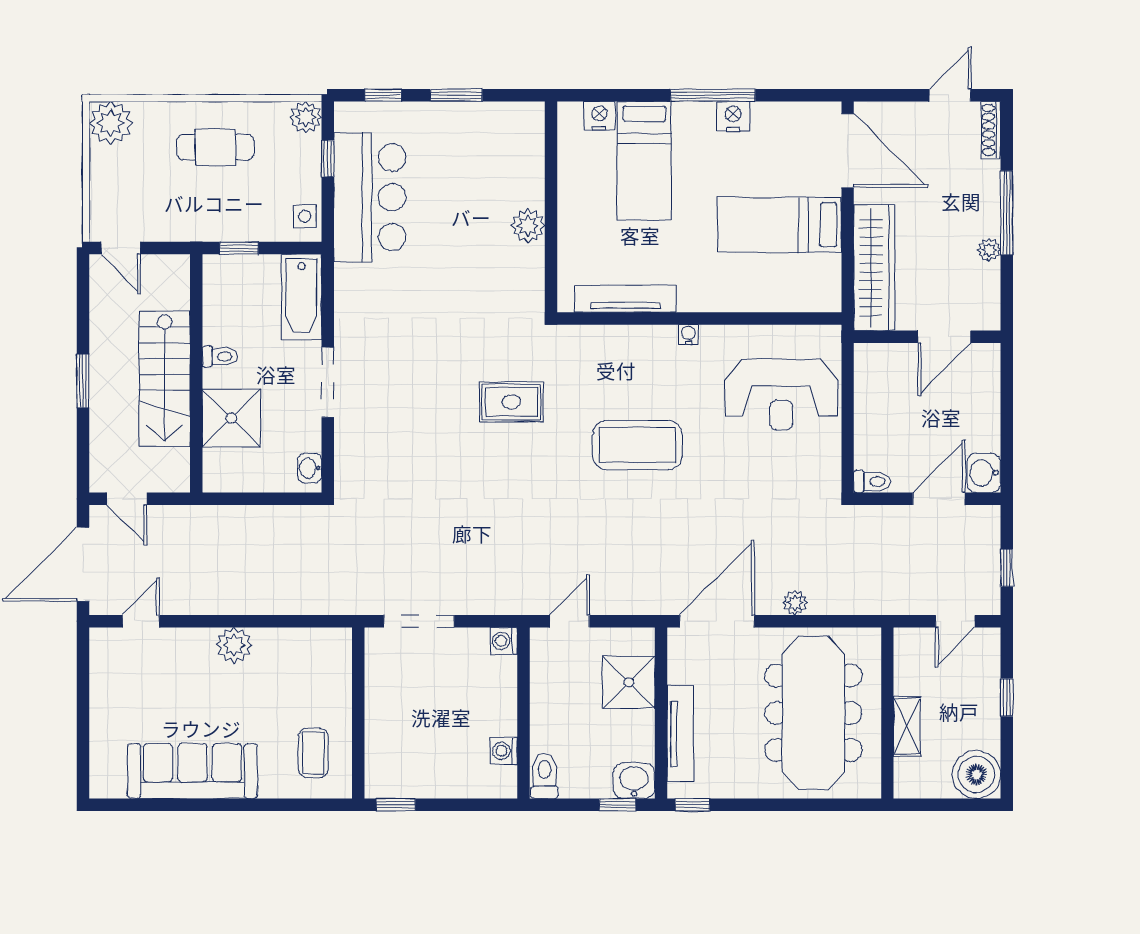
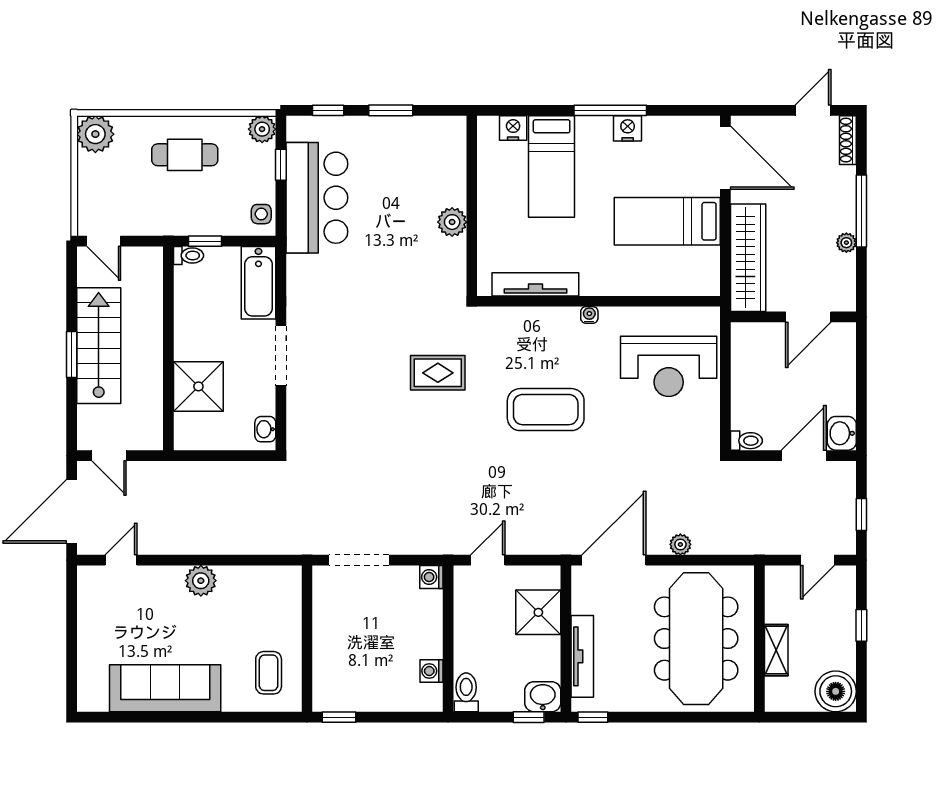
toilet: (220, 357) -> (189, 255), moved
stairs: (164, 379) -> (99, 346), moved, turned 180

